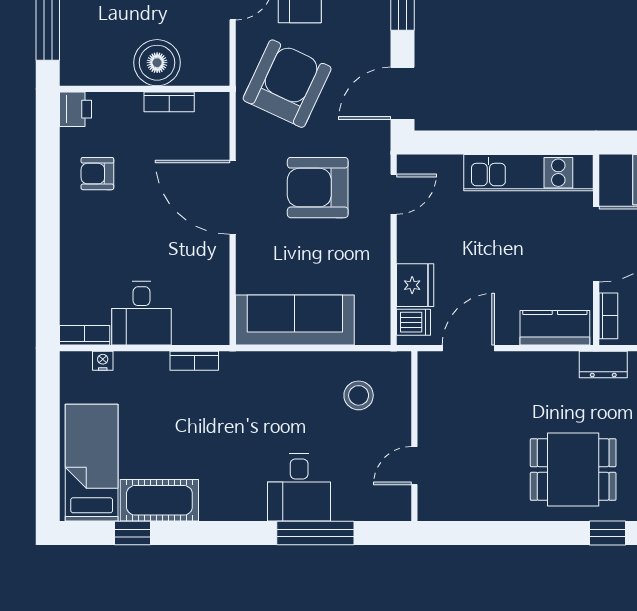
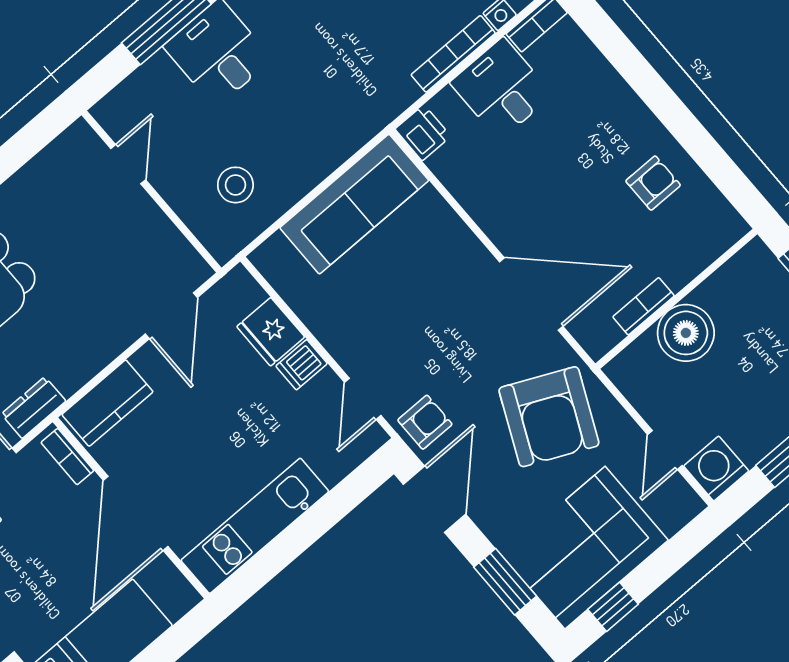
printer: (75, 109) -> (423, 133), moved, turned 180
armchair: (318, 188) -> (425, 422), moved, width x0.53, depth x0.53
door: (233, 197) -> (531, 294), moved
dishwasher: (413, 322) -> (302, 365), moved
bookcase: (194, 361) -> (453, 54), moved, width x1.56

